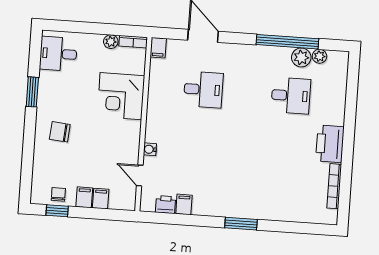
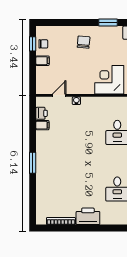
filing cabinet: (101, 199) -> (42, 71), removed

